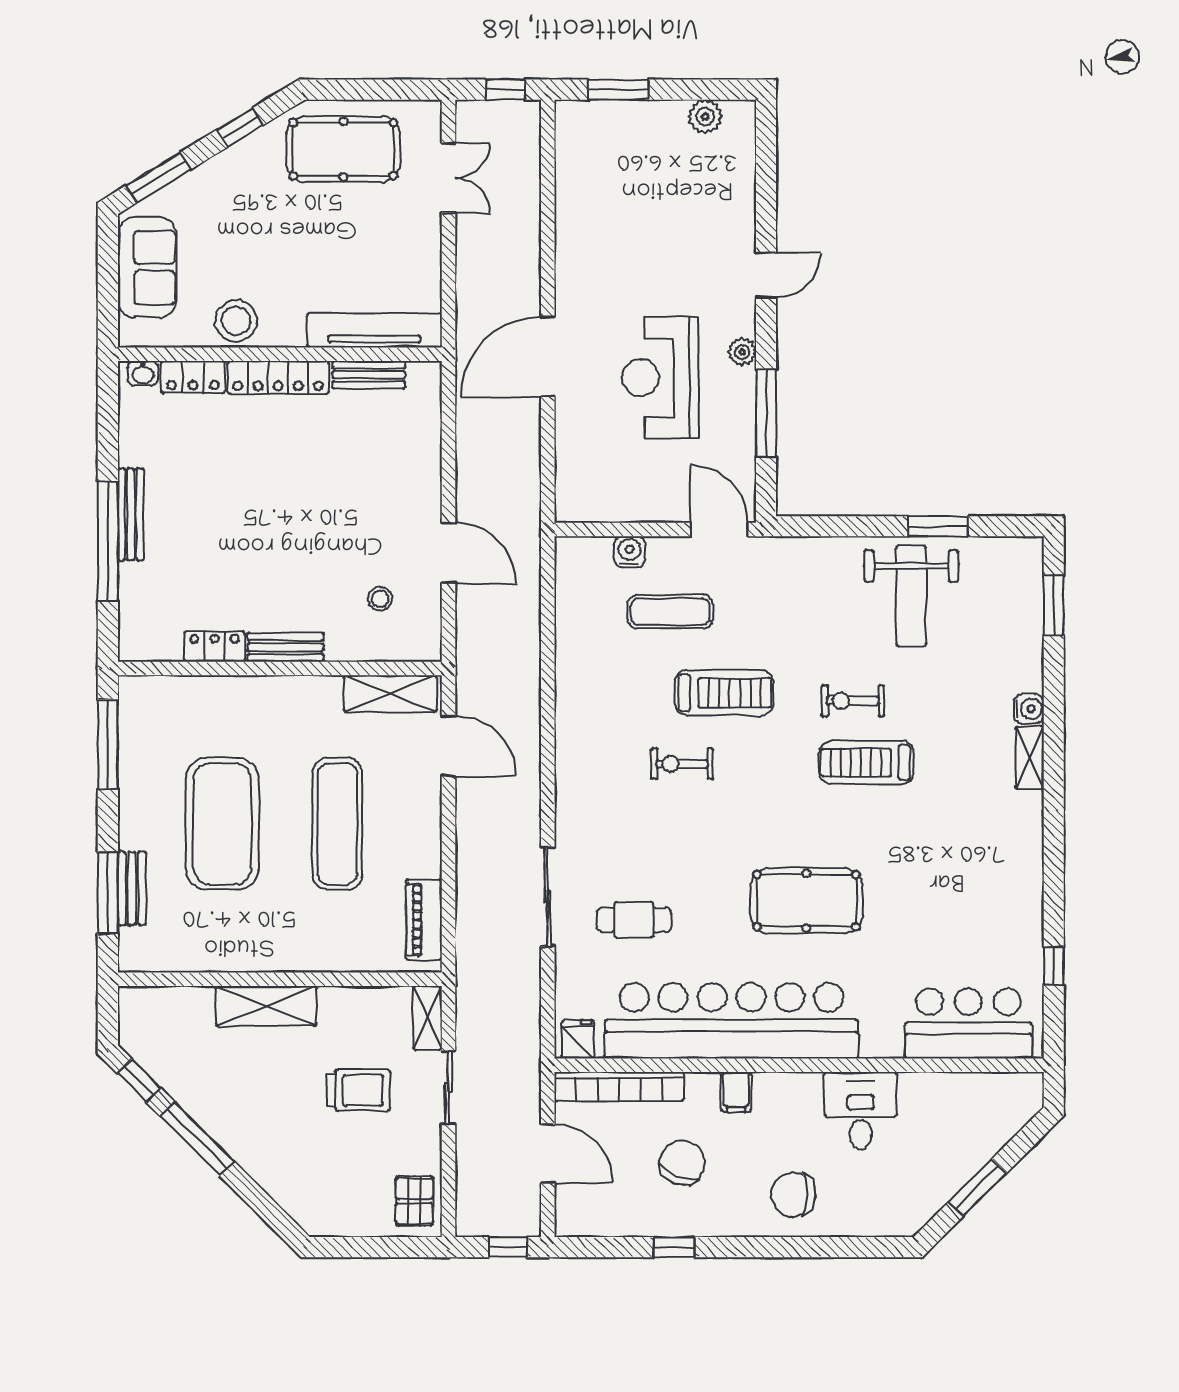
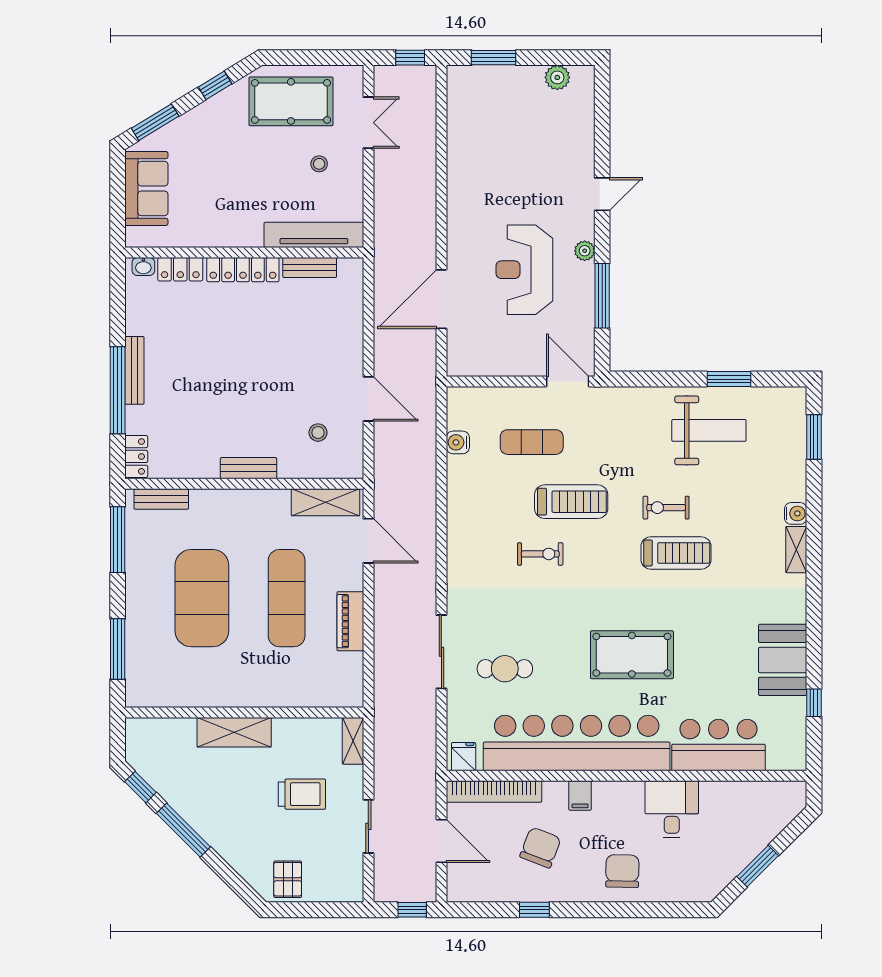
stool: (236, 321) -> (319, 164), moved, width x0.53, depth x0.53
door: (548, 357) -> (441, 299), moved
water cooler: (630, 552) -> (458, 442), moved, turned -90
weight bench: (911, 596) -> (709, 430), turned -90
locker: (215, 646) -> (136, 456), moved, turned 90
treadmill: (866, 763) -> (676, 553), turned 180
exercise bike: (682, 764) -> (540, 554), turned 180
bench: (132, 888) -> (161, 499), moved, turned 90
booth: (1011, 908) -> (783, 660), added
piano: (424, 920) -> (350, 621), moved
bar counter: (968, 1023) -> (718, 745), moved
sliding door: (449, 1088) -> (368, 826), moved
chair: (793, 1195) -> (622, 871), turned 91
pallet: (414, 1201) -> (288, 879), moved

